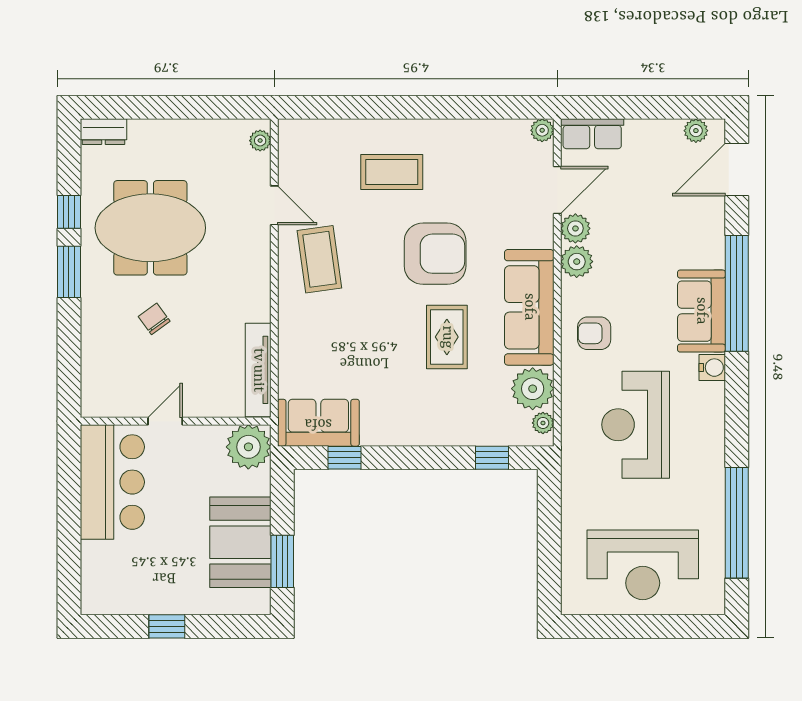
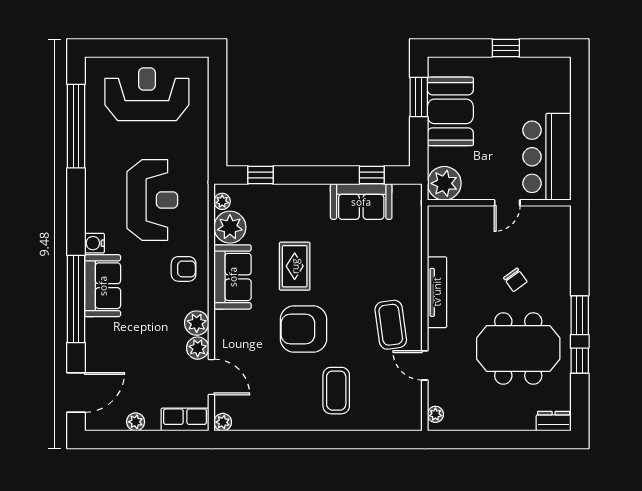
plant: (696, 131) -> (136, 422), moved
coffee table: (392, 172) -> (336, 391), turned 90
door: (557, 190) -> (211, 377), swing flipped
sofa: (529, 307) -> (233, 277), width x0.73
tv unit: (258, 370) -> (437, 292), moved
sofa: (318, 423) -> (361, 202), moved

